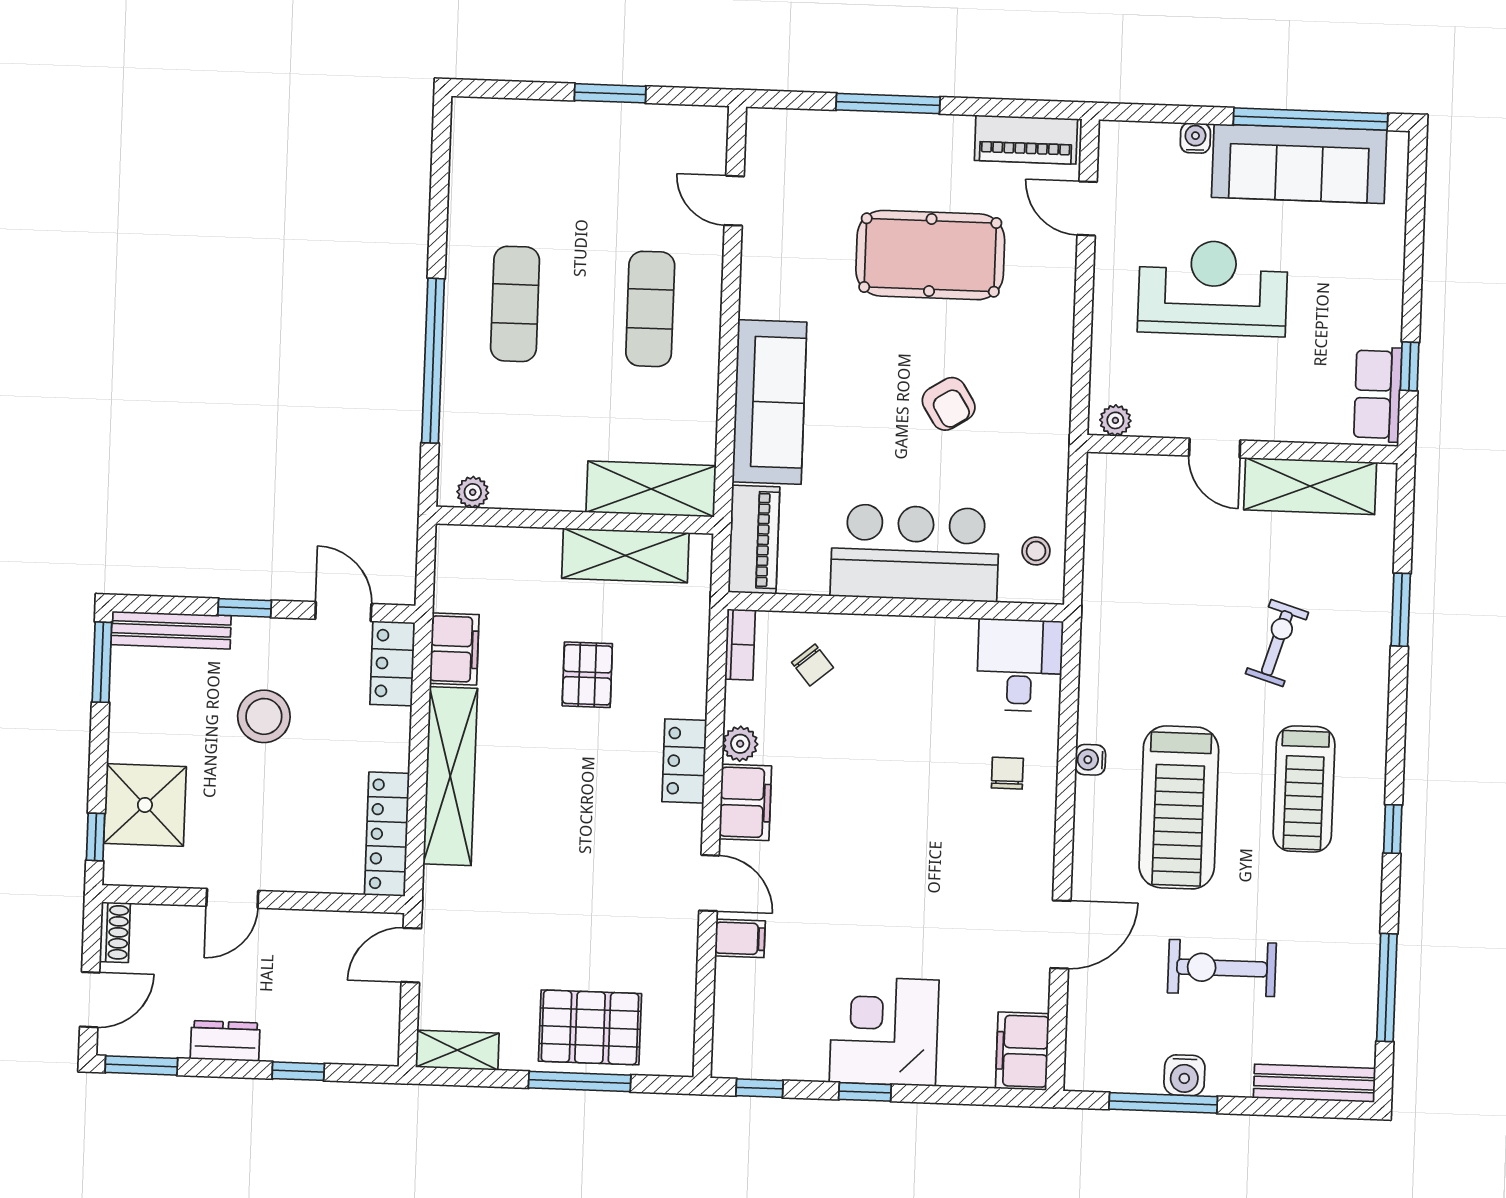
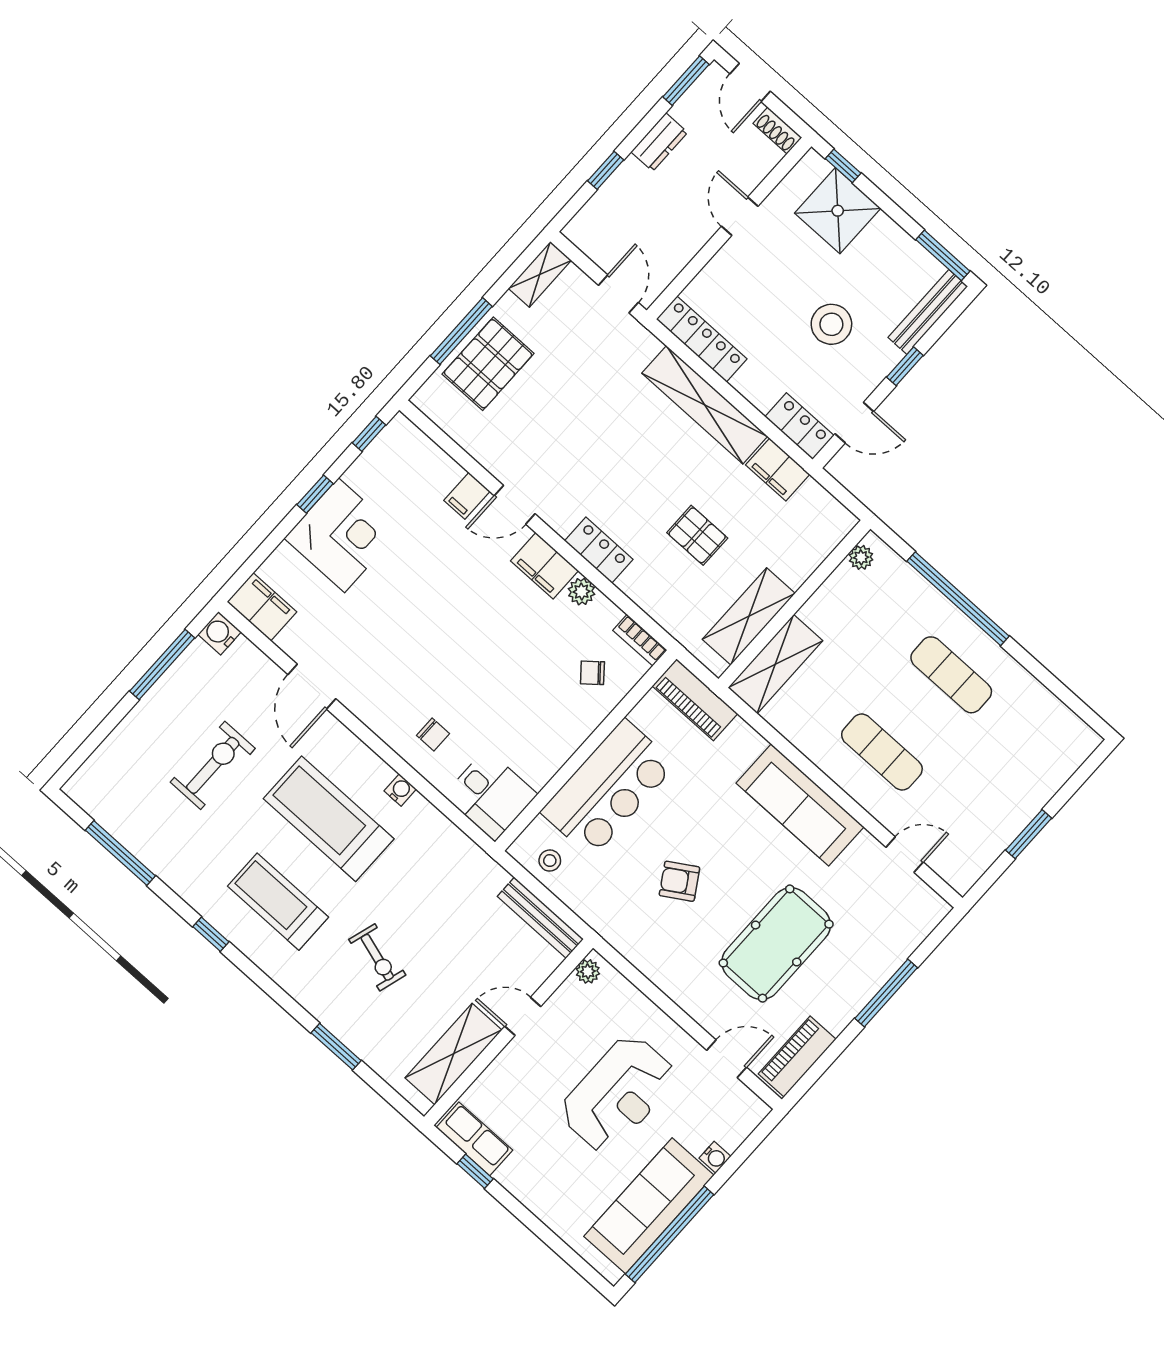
sofa: (770, 402) -> (800, 805), moved
water cooler: (1184, 1075) -> (220, 633), moved
bench: (1314, 1083) -> (540, 918), moved, turned 90

